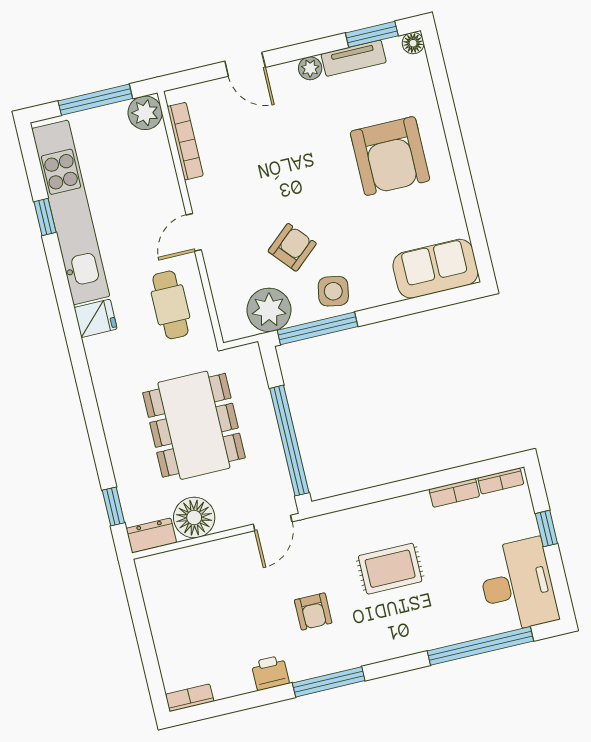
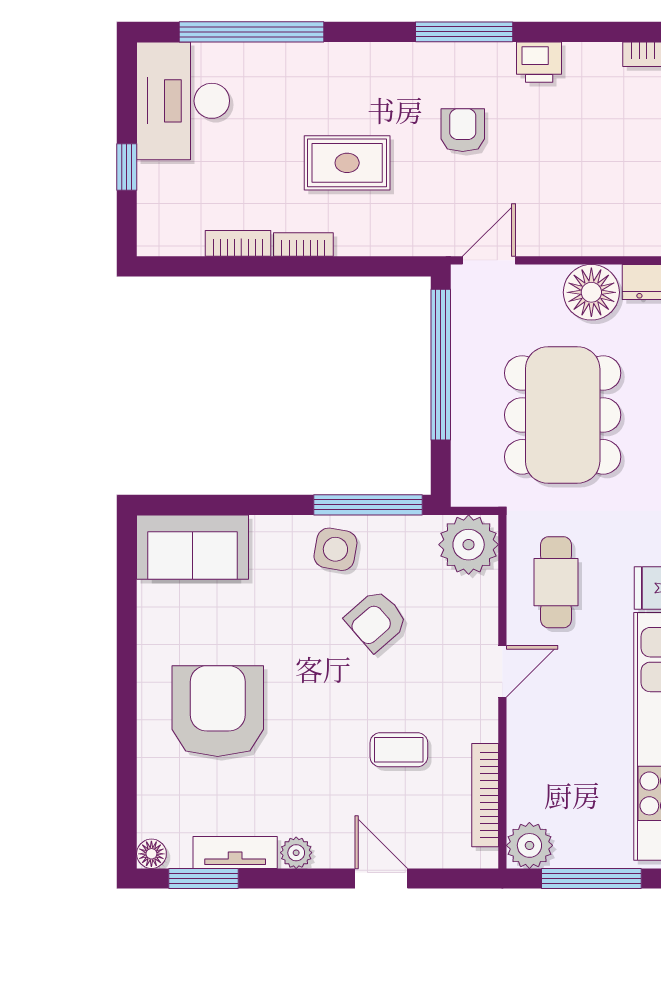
coffee table: (254, 159) -> (399, 750), added
plant: (269, 310) -> (469, 545), moved
bookcase: (501, 481) -> (303, 245), moved

